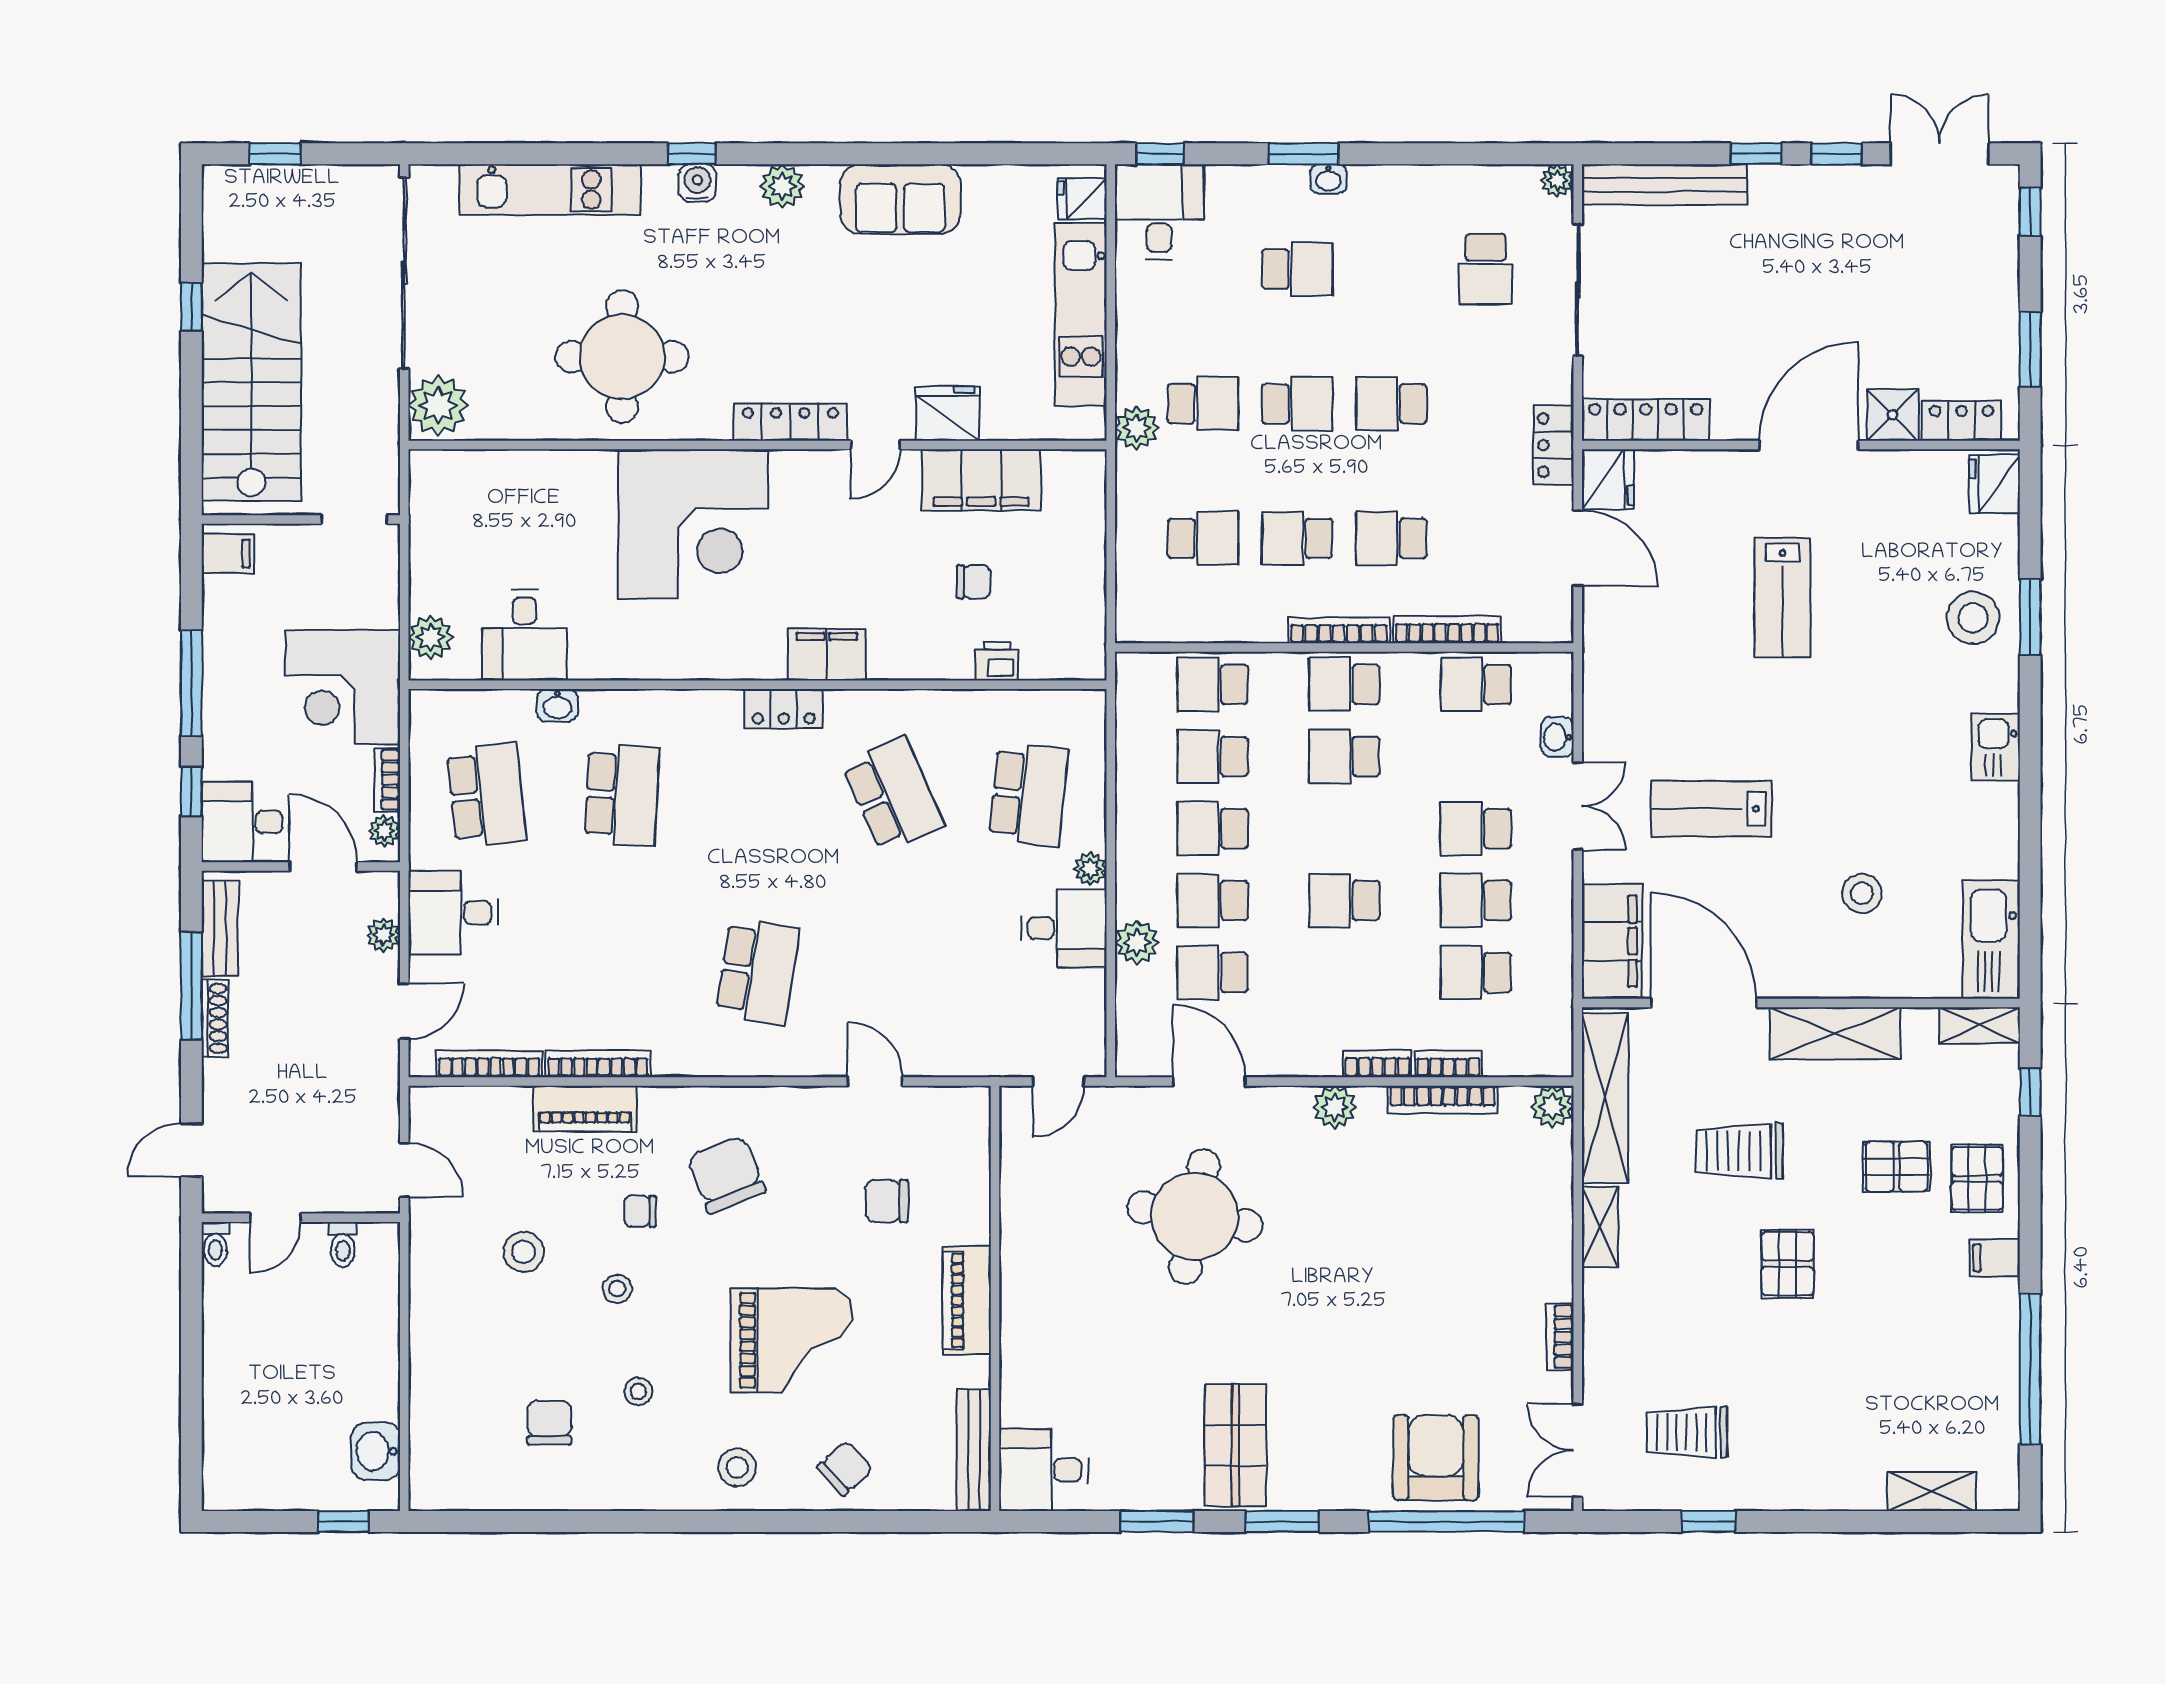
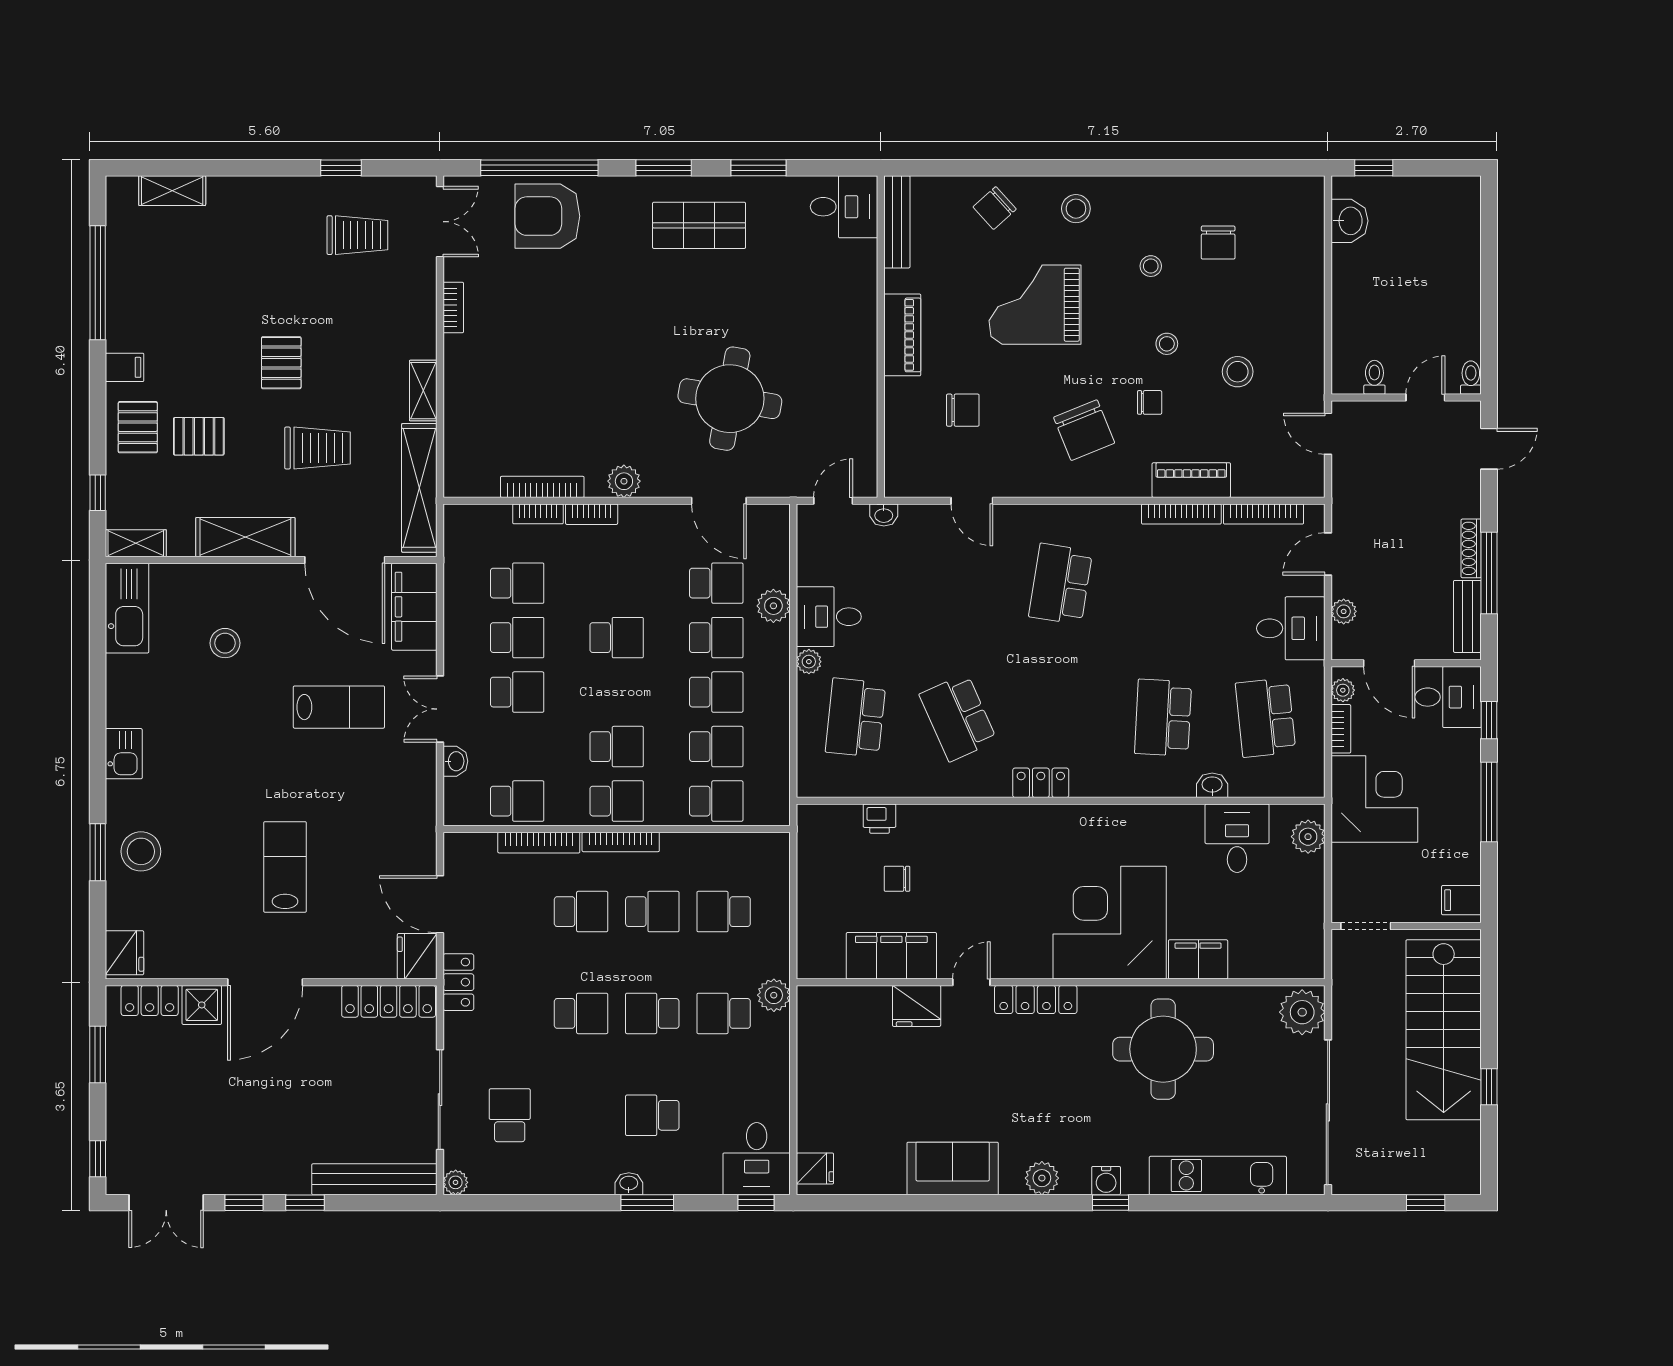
kitchen unit: (1081, 314) -> (816, 1081), removed
filing cabinet: (827, 655) -> (1198, 959), moved, turned 180
washbasin: (991, 1063) -> (884, 515), added
plant: (1552, 1107) -> (459, 482), removed
shop shelf: (1235, 1445) -> (699, 225), turned 90
armchair: (1436, 1458) -> (547, 216), turned 90

